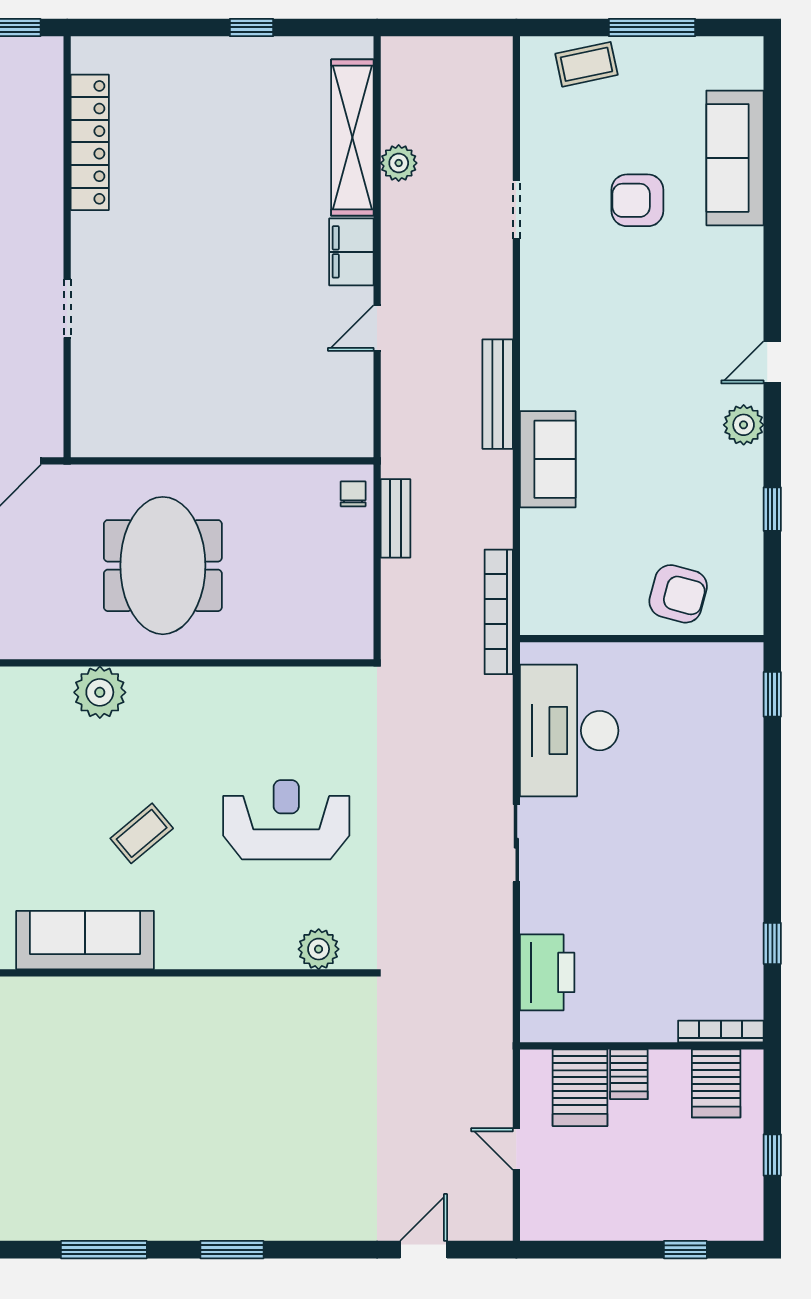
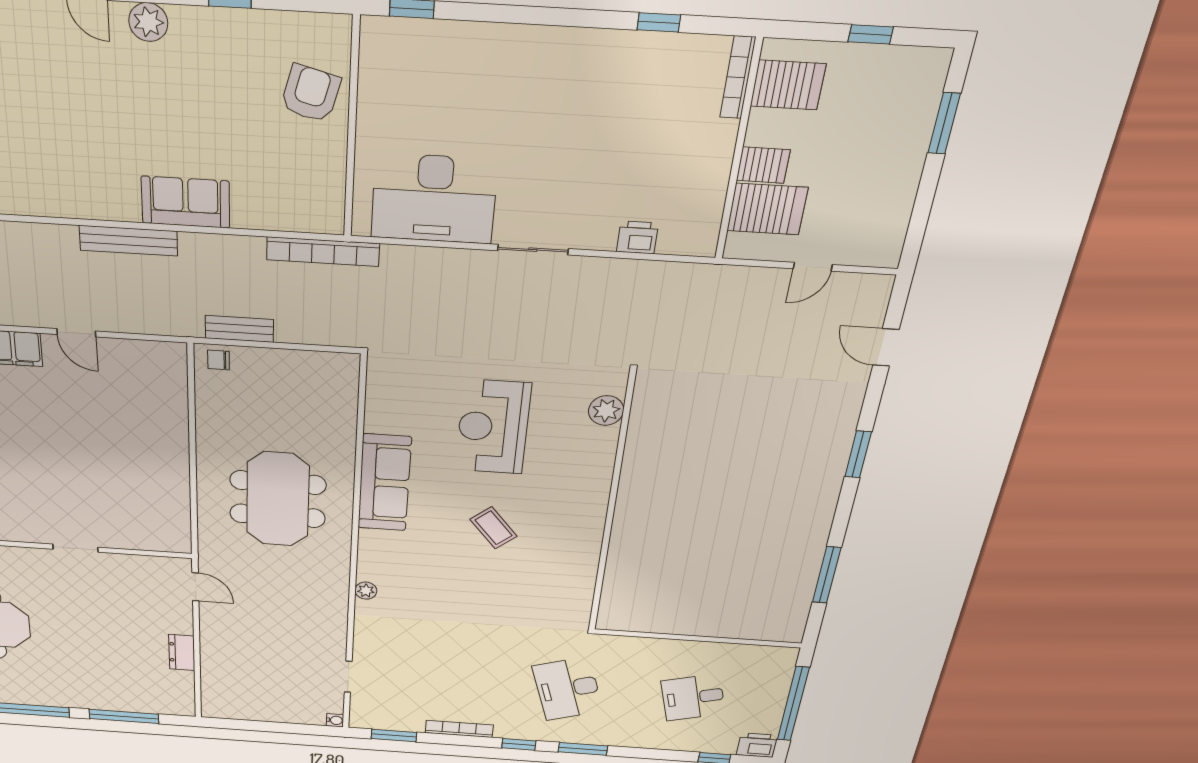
meeting table: (163, 566) -> (278, 499), turned 90
plant: (100, 692) -> (366, 591), moved, width x0.53, depth x0.53
sofa: (85, 940) -> (384, 483), moved, turned 180
printer: (547, 972) -> (637, 237), width x0.53, depth x0.68
window: (232, 1250) -> (858, 454), moved
window: (685, 1250) -> (944, 123), width x1.50

